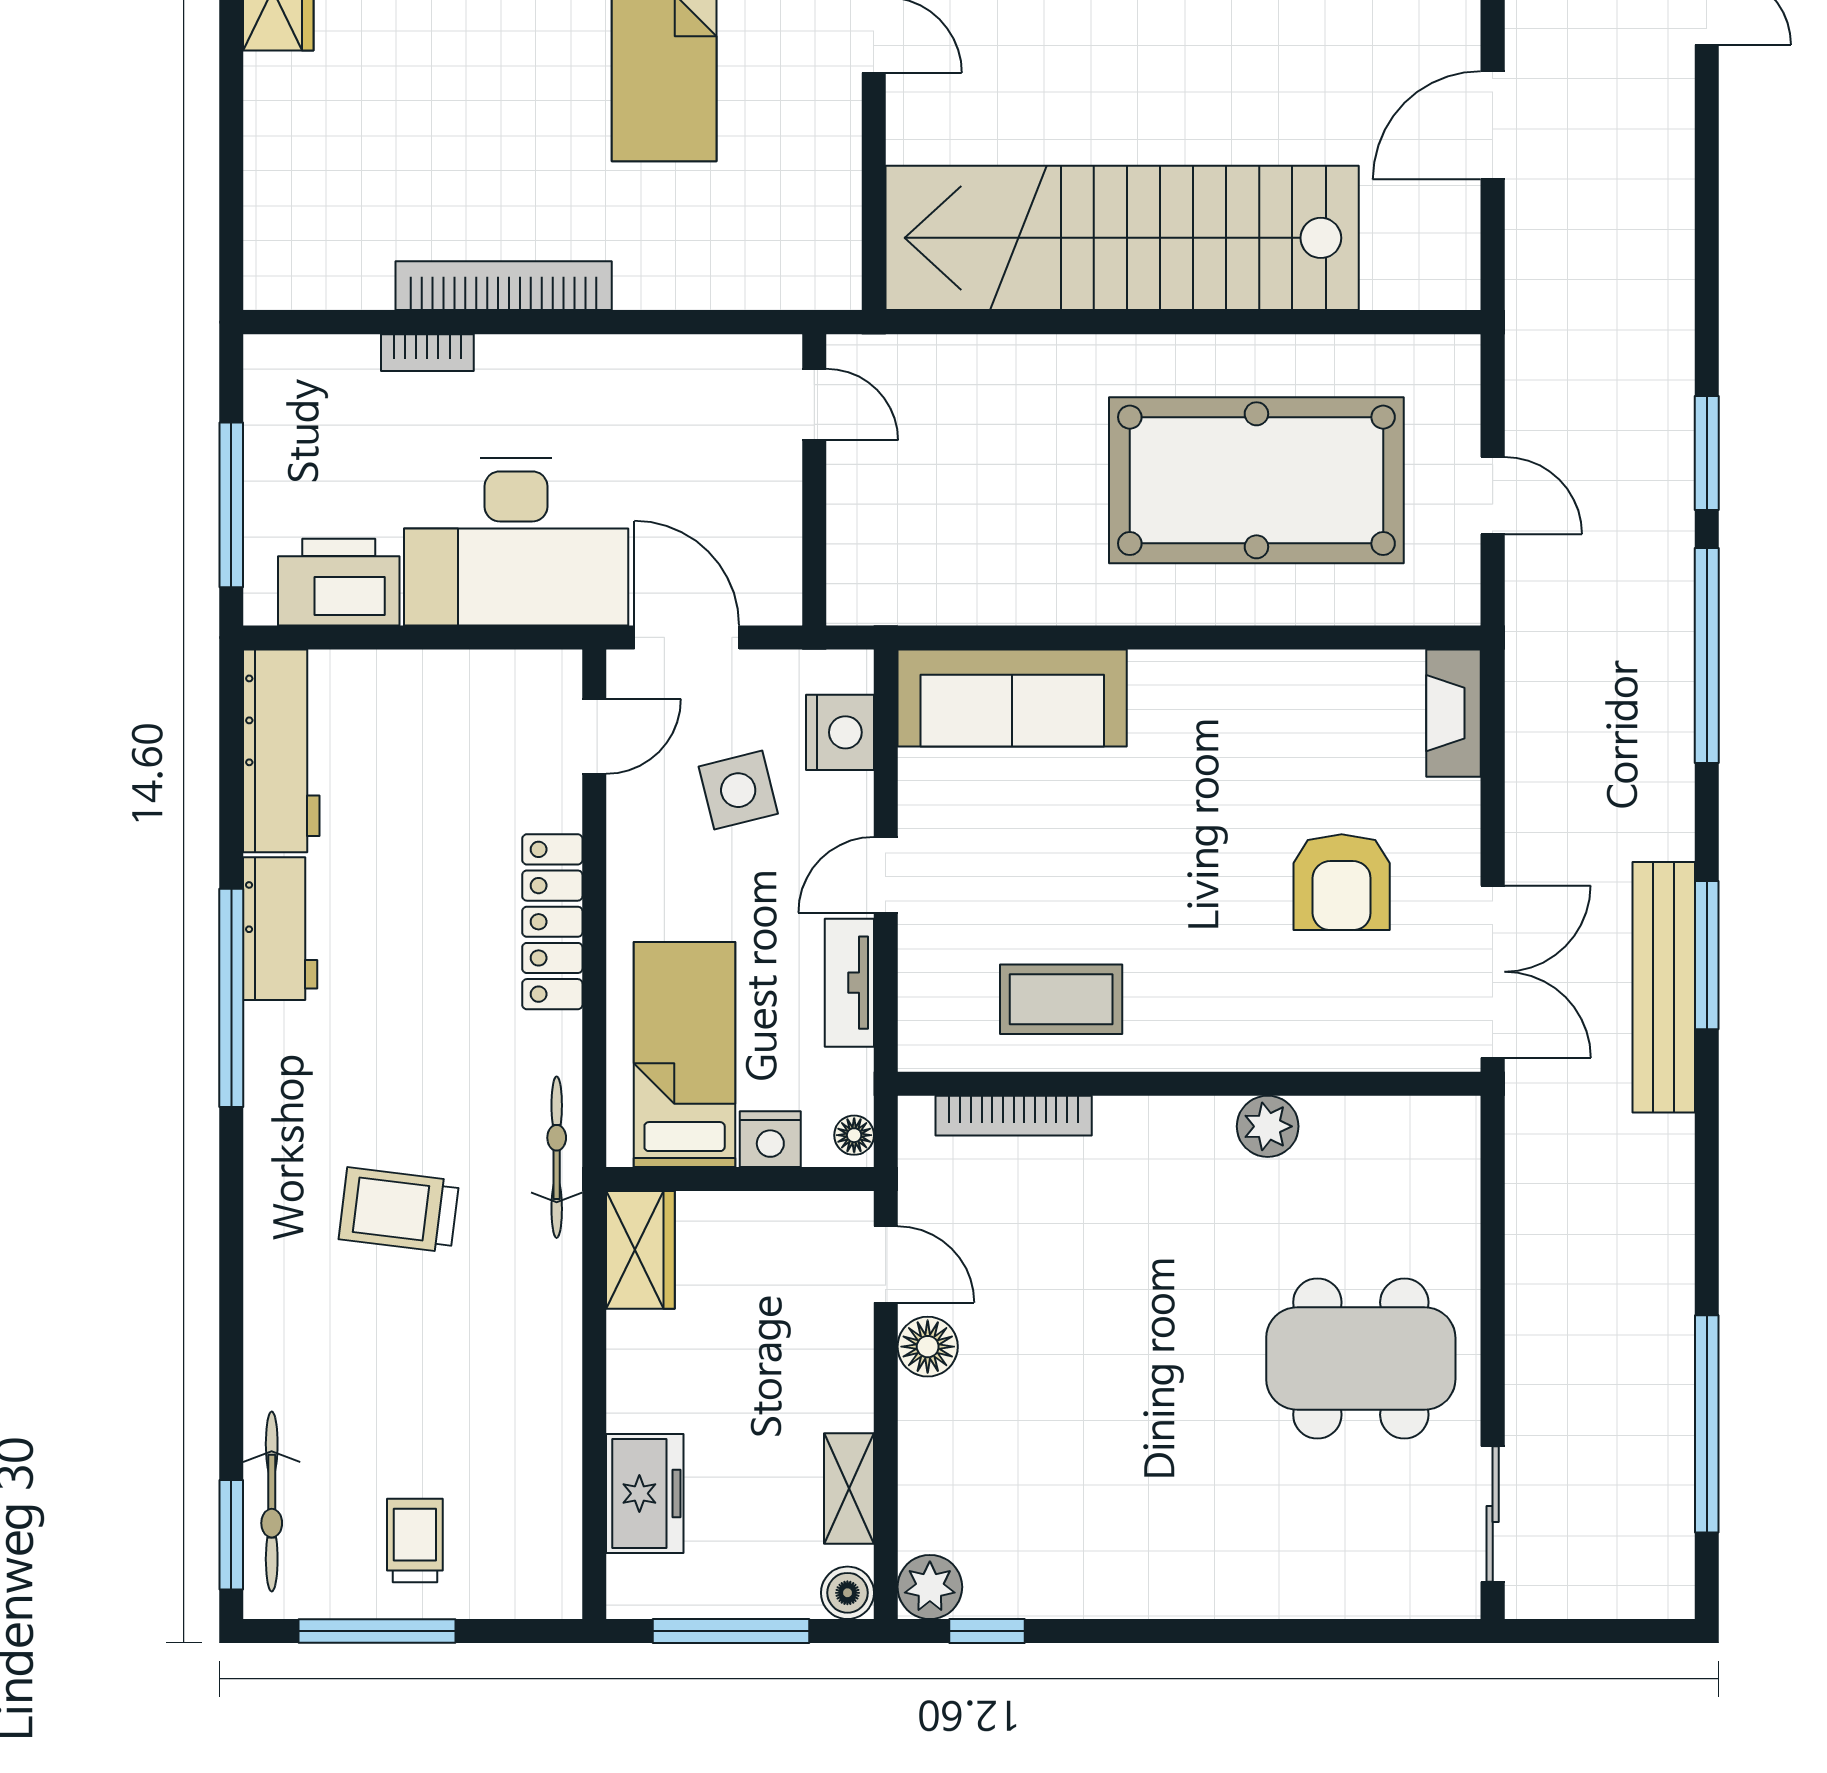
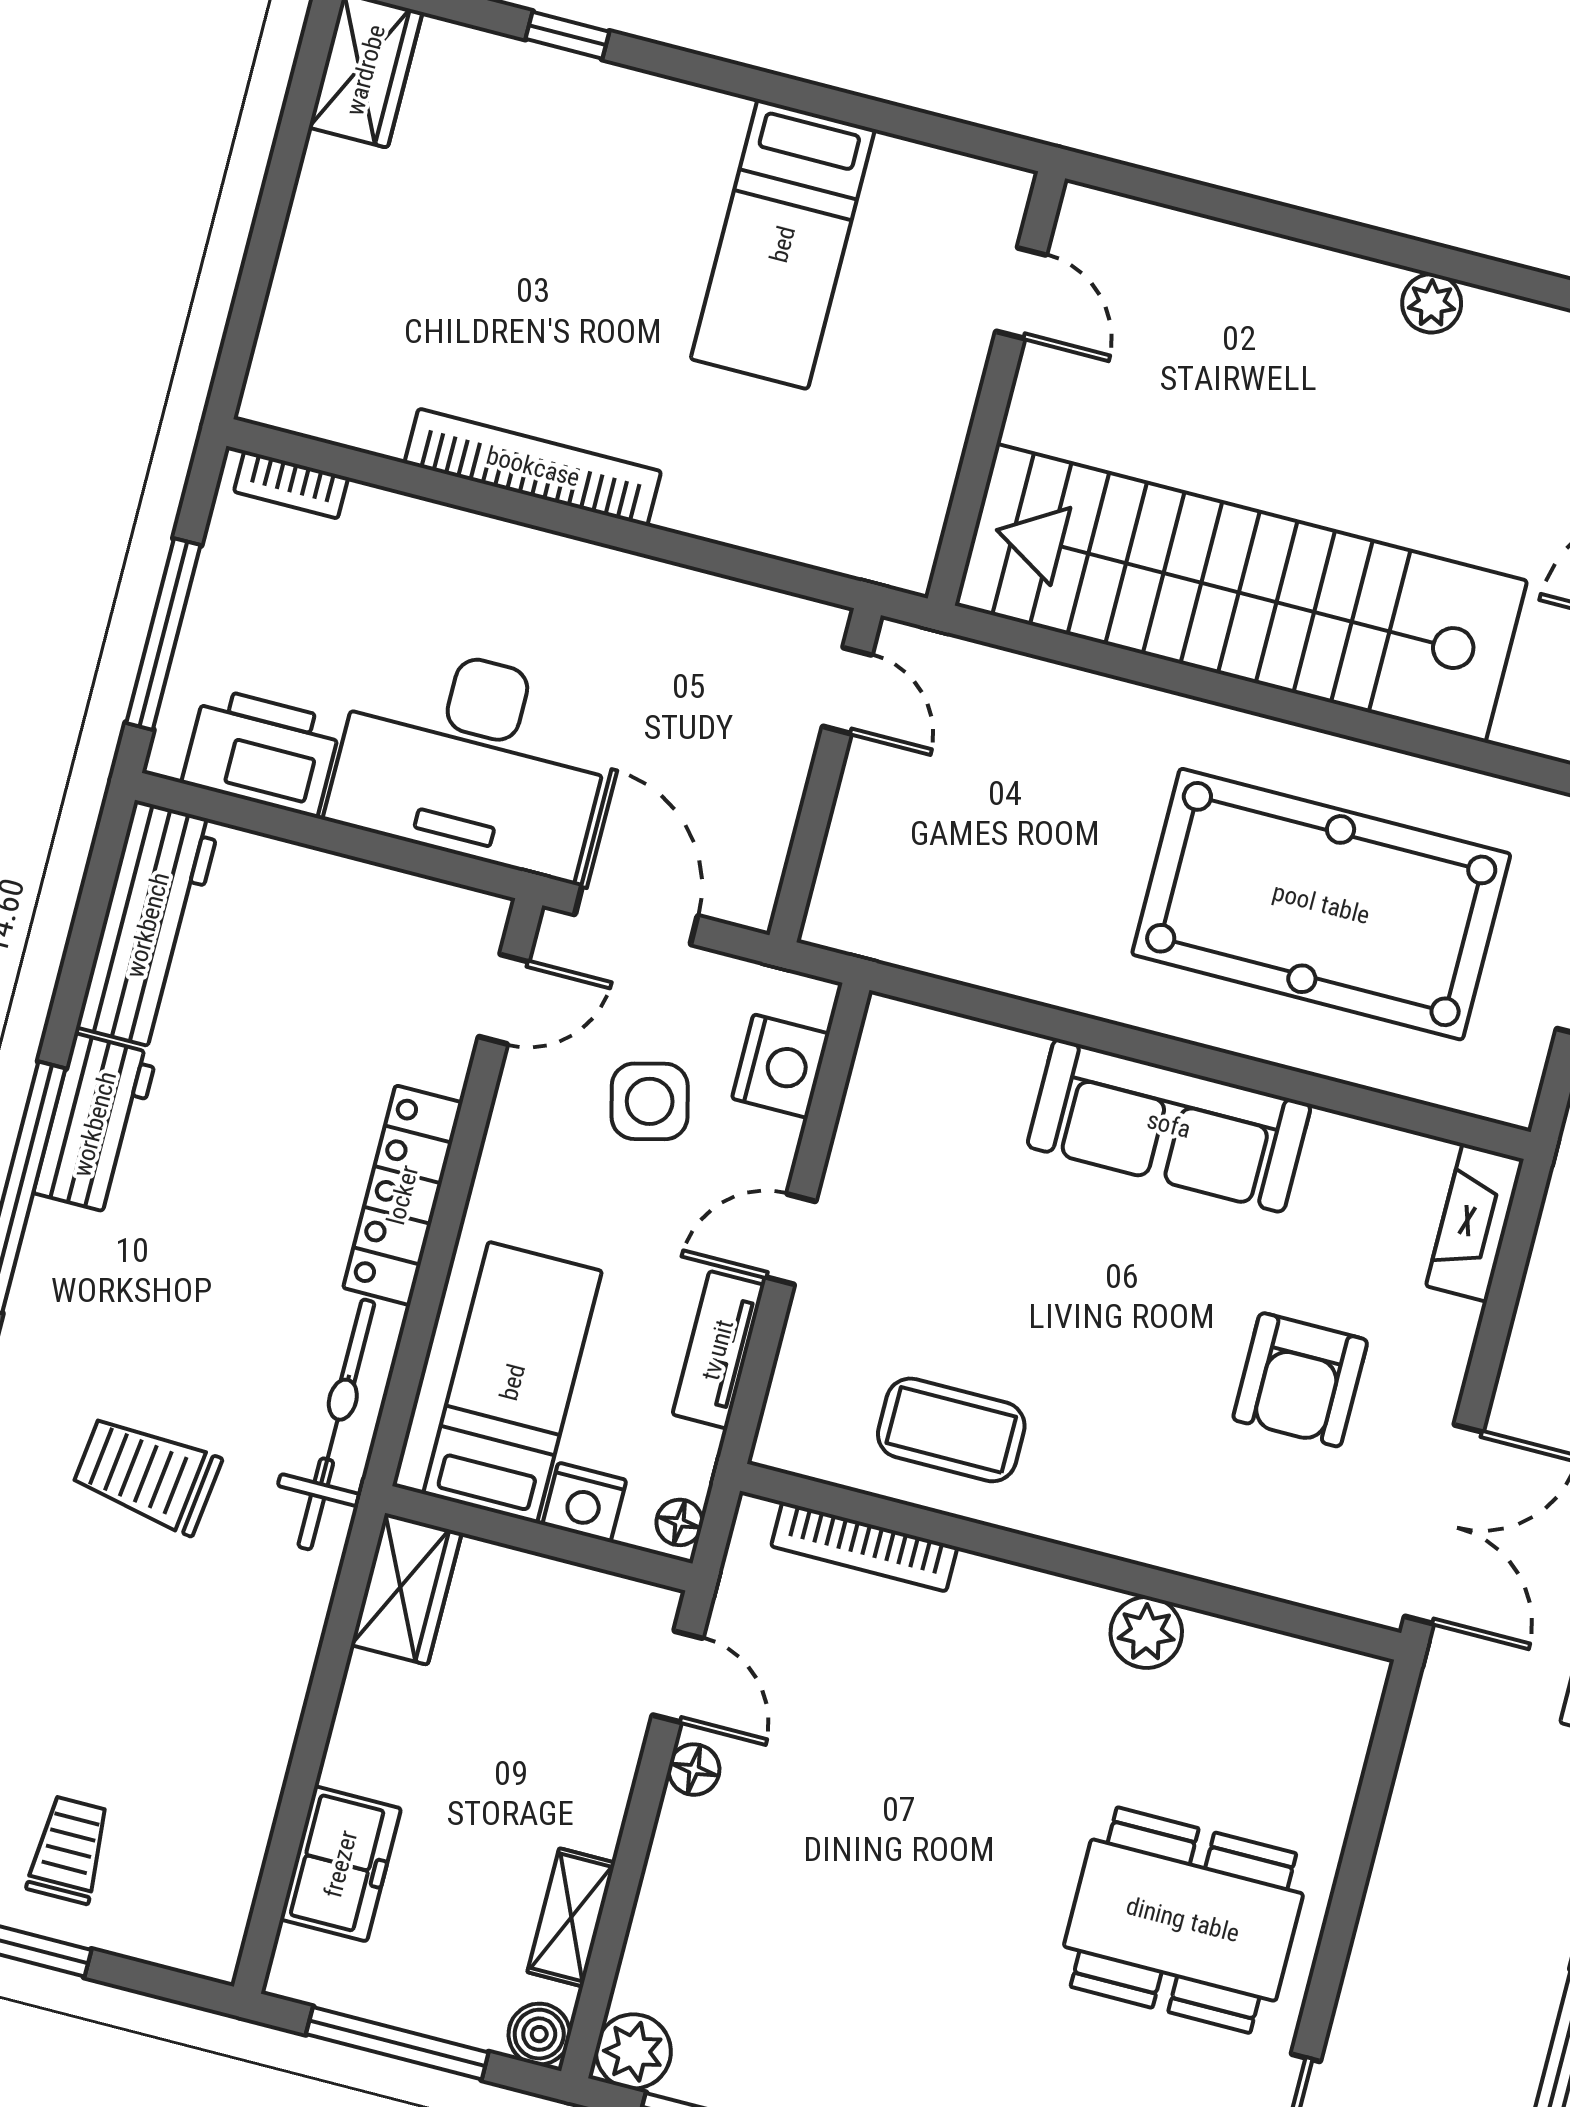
bookcase: (427, 353) -> (291, 485), moved
sofa: (1012, 698) -> (1169, 1125), moved
bicycle: (557, 1157) -> (336, 1424), width x1.37, depth x1.40
floor lamp: (928, 1347) -> (694, 1770), width x0.73, depth x0.73

